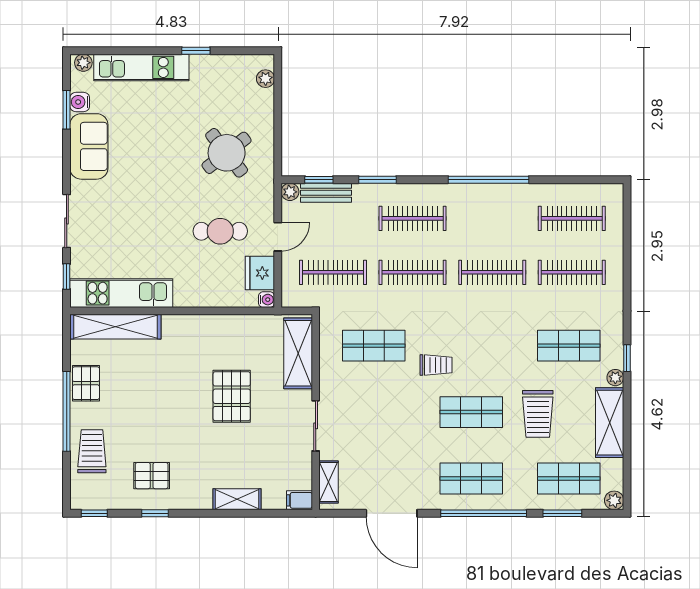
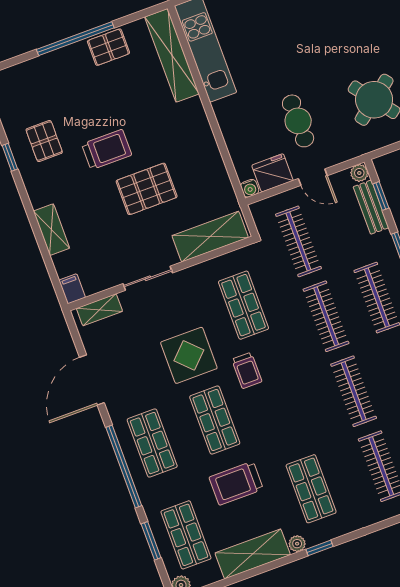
display table: (402, 414) -> (189, 355), added
trolley: (92, 451) -> (107, 150), moved

